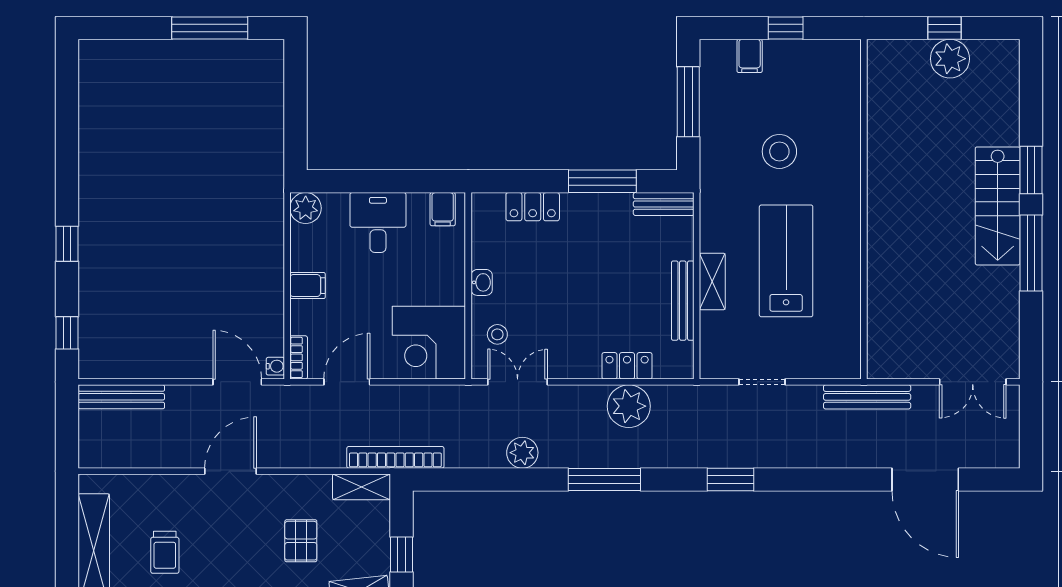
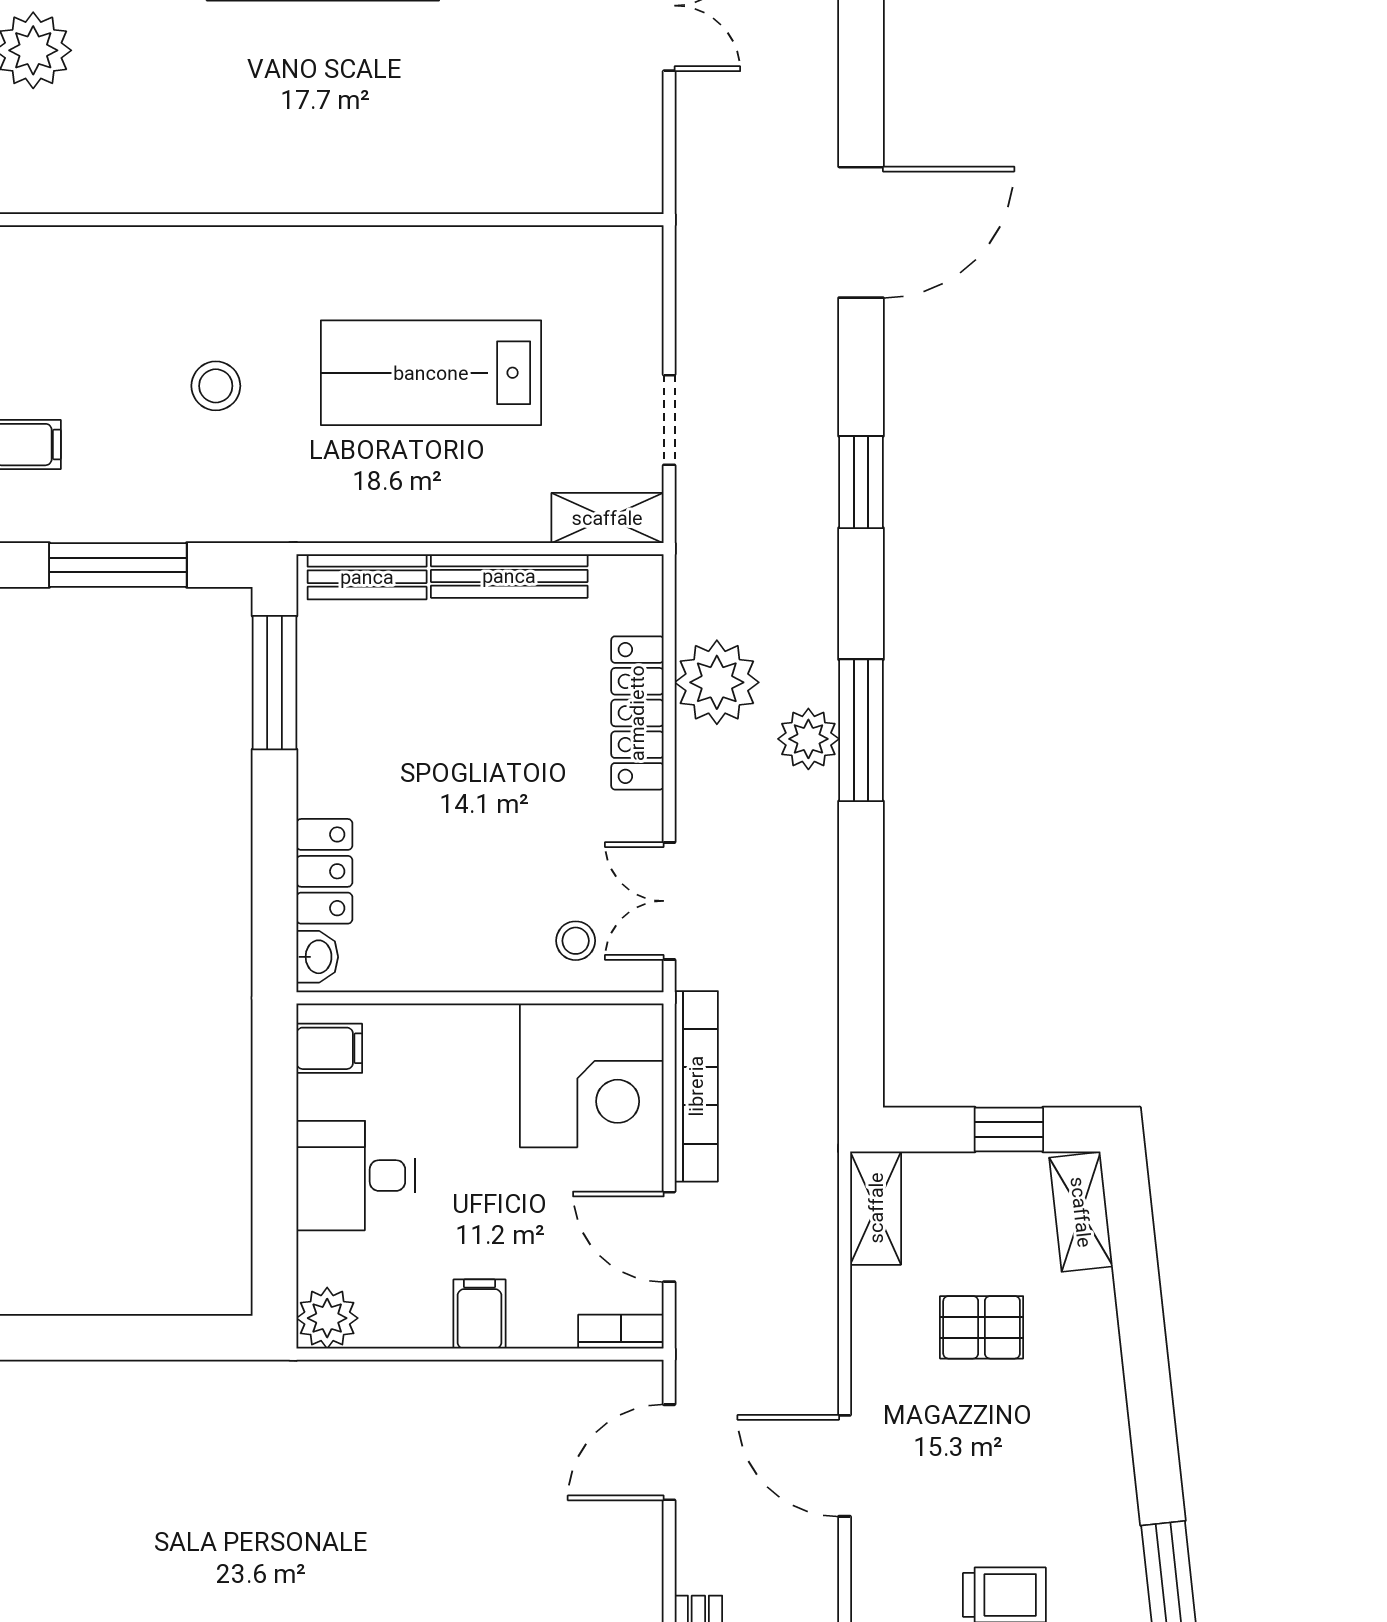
stool: (779, 151) -> (216, 386), width x0.73, depth x0.73
window: (602, 181) -> (275, 683), moved
bench: (664, 204) -> (367, 577), moved, turned 90
washbasin: (482, 282) -> (317, 957), moved, turned 90
shelving: (712, 282) -> (607, 518), moved
water cooler: (275, 366) -> (638, 1377), removed
locker: (627, 366) -> (637, 713), width x1.53
bench: (867, 397) -> (699, 213), removed
plant: (522, 453) -> (808, 739), moved
bookcase: (395, 457) -> (696, 1086), moved, turned 180
door: (925, 479) -> (861, 232), moved

